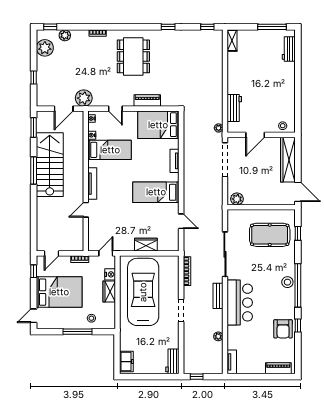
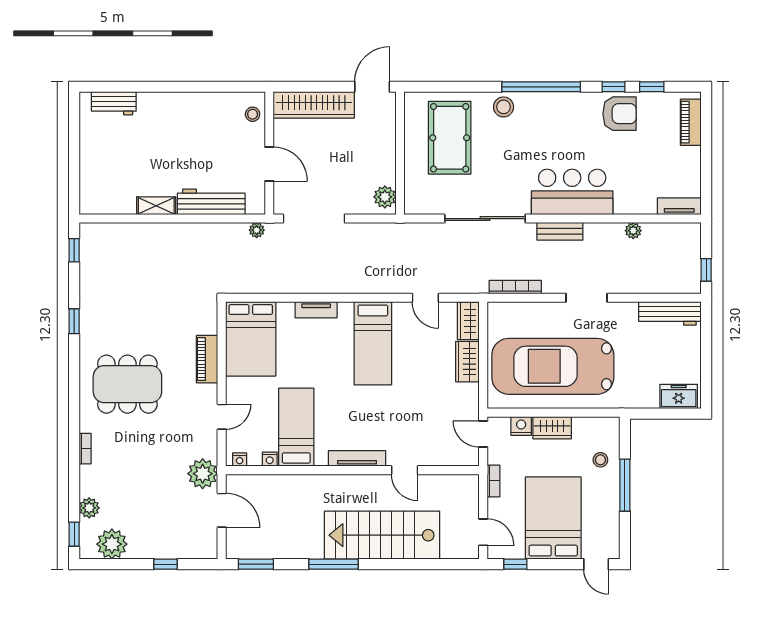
window: (272, 27) -> (74, 134), removed
shelving: (232, 40) -> (156, 206), moved
workbench: (234, 108) -> (211, 202), width x1.38
stairs: (50, 165) -> (382, 535), moved
door: (181, 221) -> (425, 298), swing flipped
window: (298, 233) -> (652, 87), moved
wardrobe: (168, 245) -> (468, 321), added
stool: (287, 282) -> (504, 107), moved
workbench: (172, 361) -> (670, 313), width x1.38

